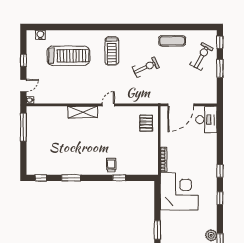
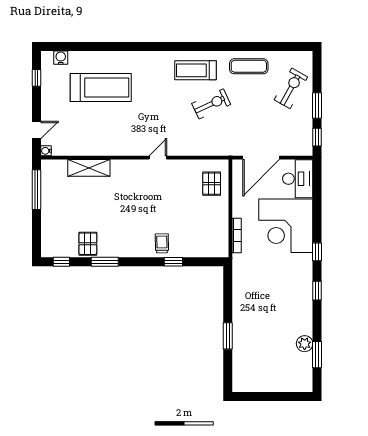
window: (220, 42) -> (317, 137), moved
treadmill: (112, 51) -> (196, 70), moved, turned 90
window: (23, 60) -> (37, 78), moved
shelving: (83, 112) -> (89, 168), moved
pallet: (59, 165) -> (88, 244), added
corner desk: (179, 191) -> (286, 226), moved, turned 180

